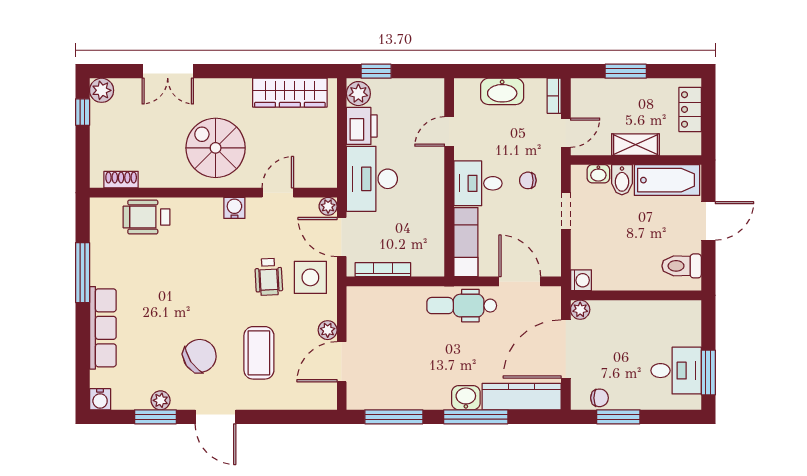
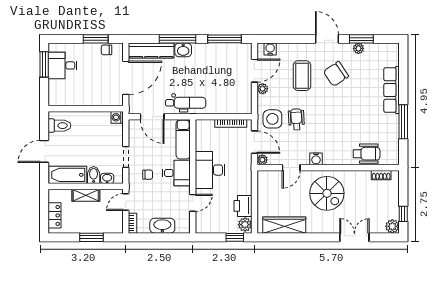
desk: (372, 179) -> (210, 170), moved, turned 180
plant: (580, 310) -> (118, 100), removed
water cooler: (100, 399) -> (270, 49), moved

